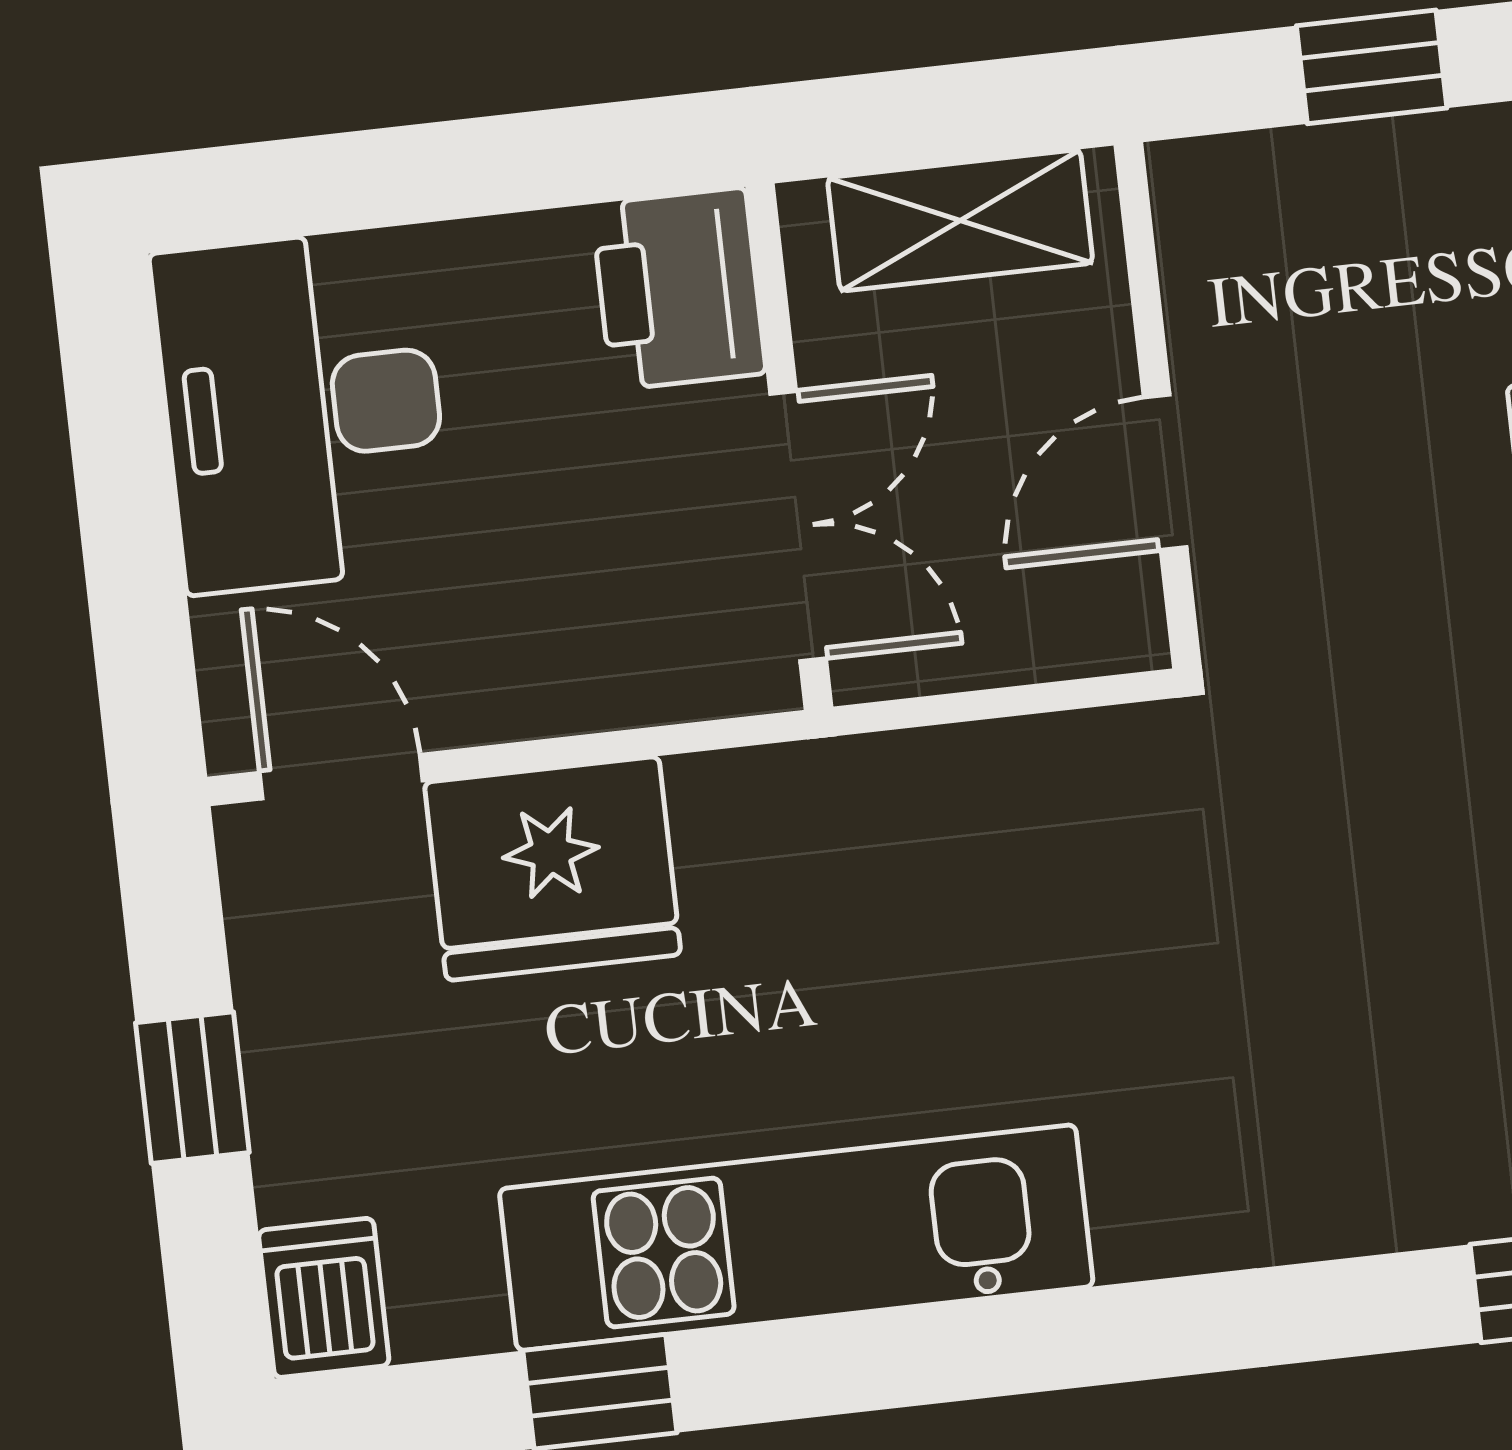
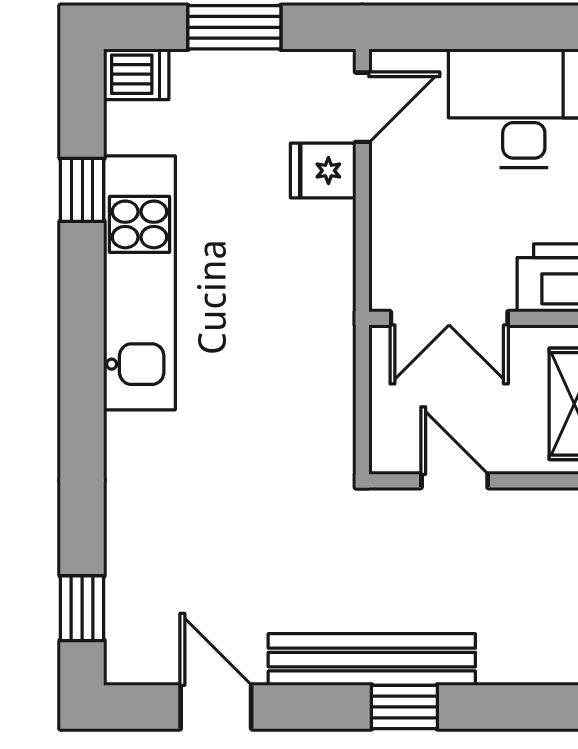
fridge: (553, 868) -> (323, 171), width x0.53, depth x0.75
window: (192, 1088) -> (234, 27), width x1.50

